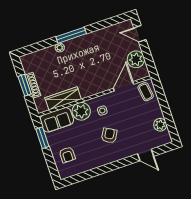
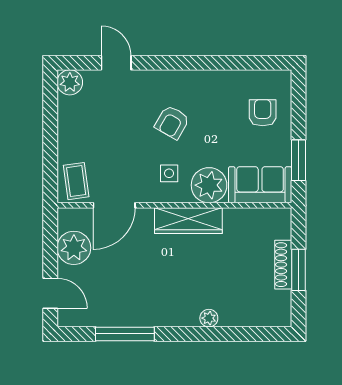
window: (71, 35) -> (125, 334), moved
wardrobe: (63, 99) -> (188, 221), moved
plant: (160, 125) -> (70, 82), moved

